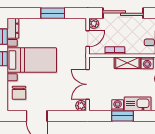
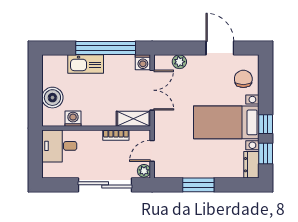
shelving: (127, 63) -> (133, 119), moved
washing machine: (118, 105) -> (143, 62), moved
plant: (81, 106) -> (179, 62), moved
window: (123, 116) -> (106, 48), width x2.11

